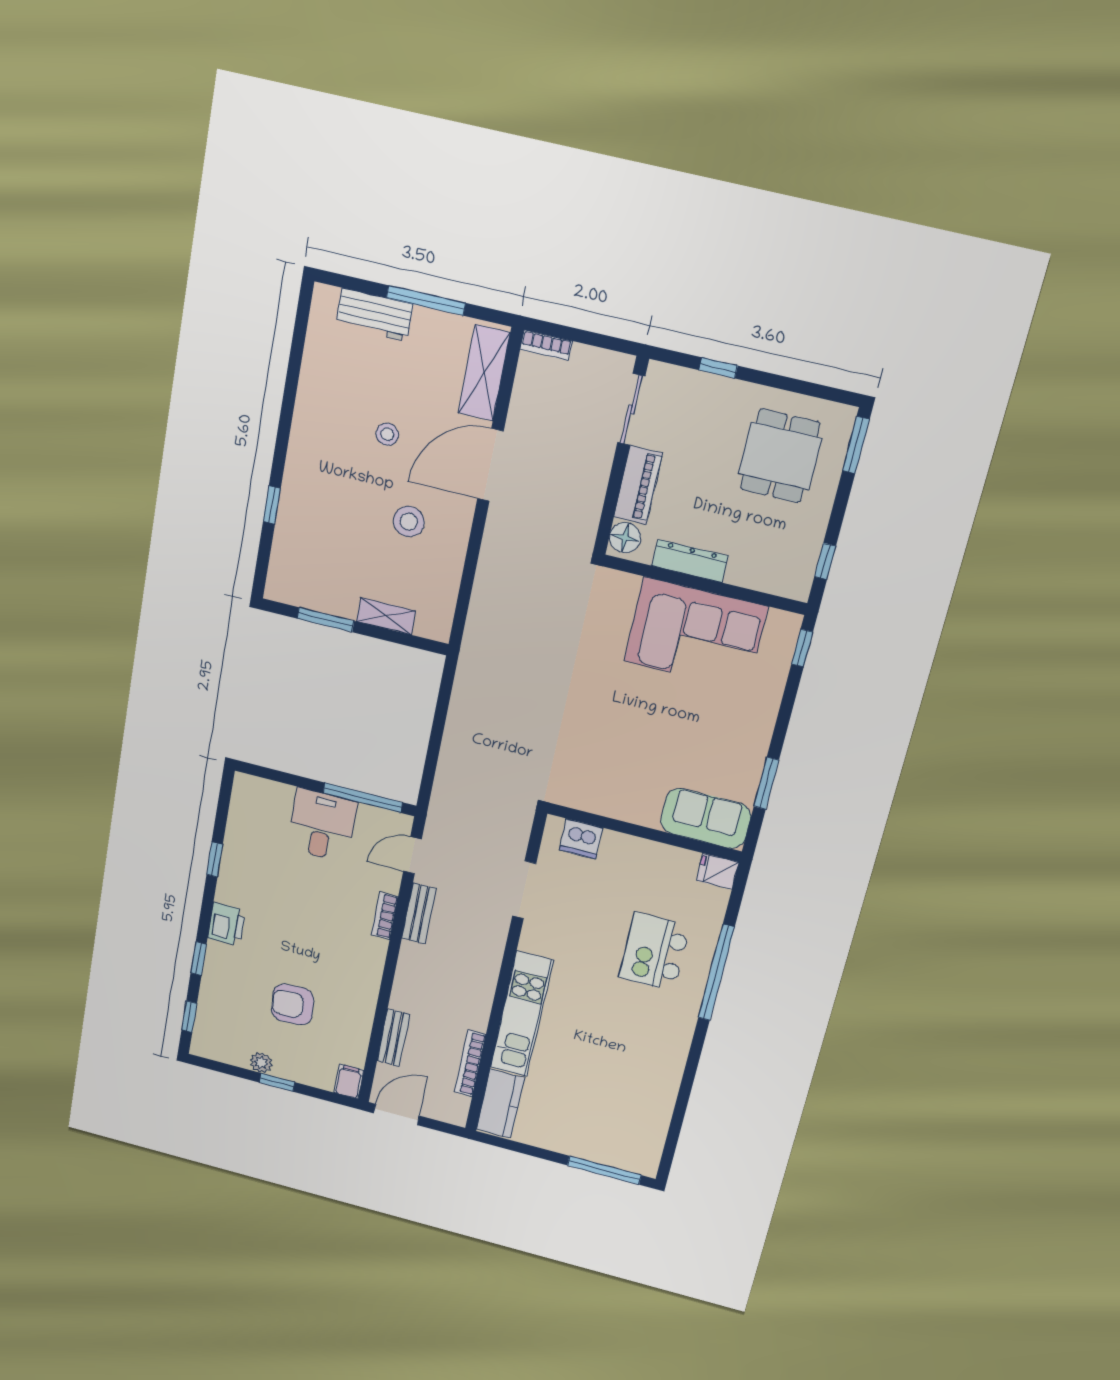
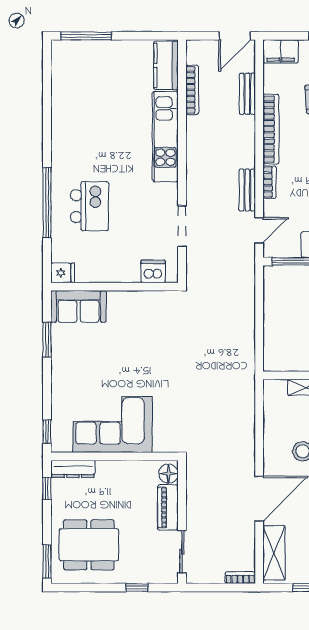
dining table: (780, 456) -> (89, 545), width x1.38
dresser: (690, 561) -> (73, 469), moved
bookcase: (369, 984) -> (271, 129), added
filing cabinet: (349, 1081) -> (281, 51), width x2.00

